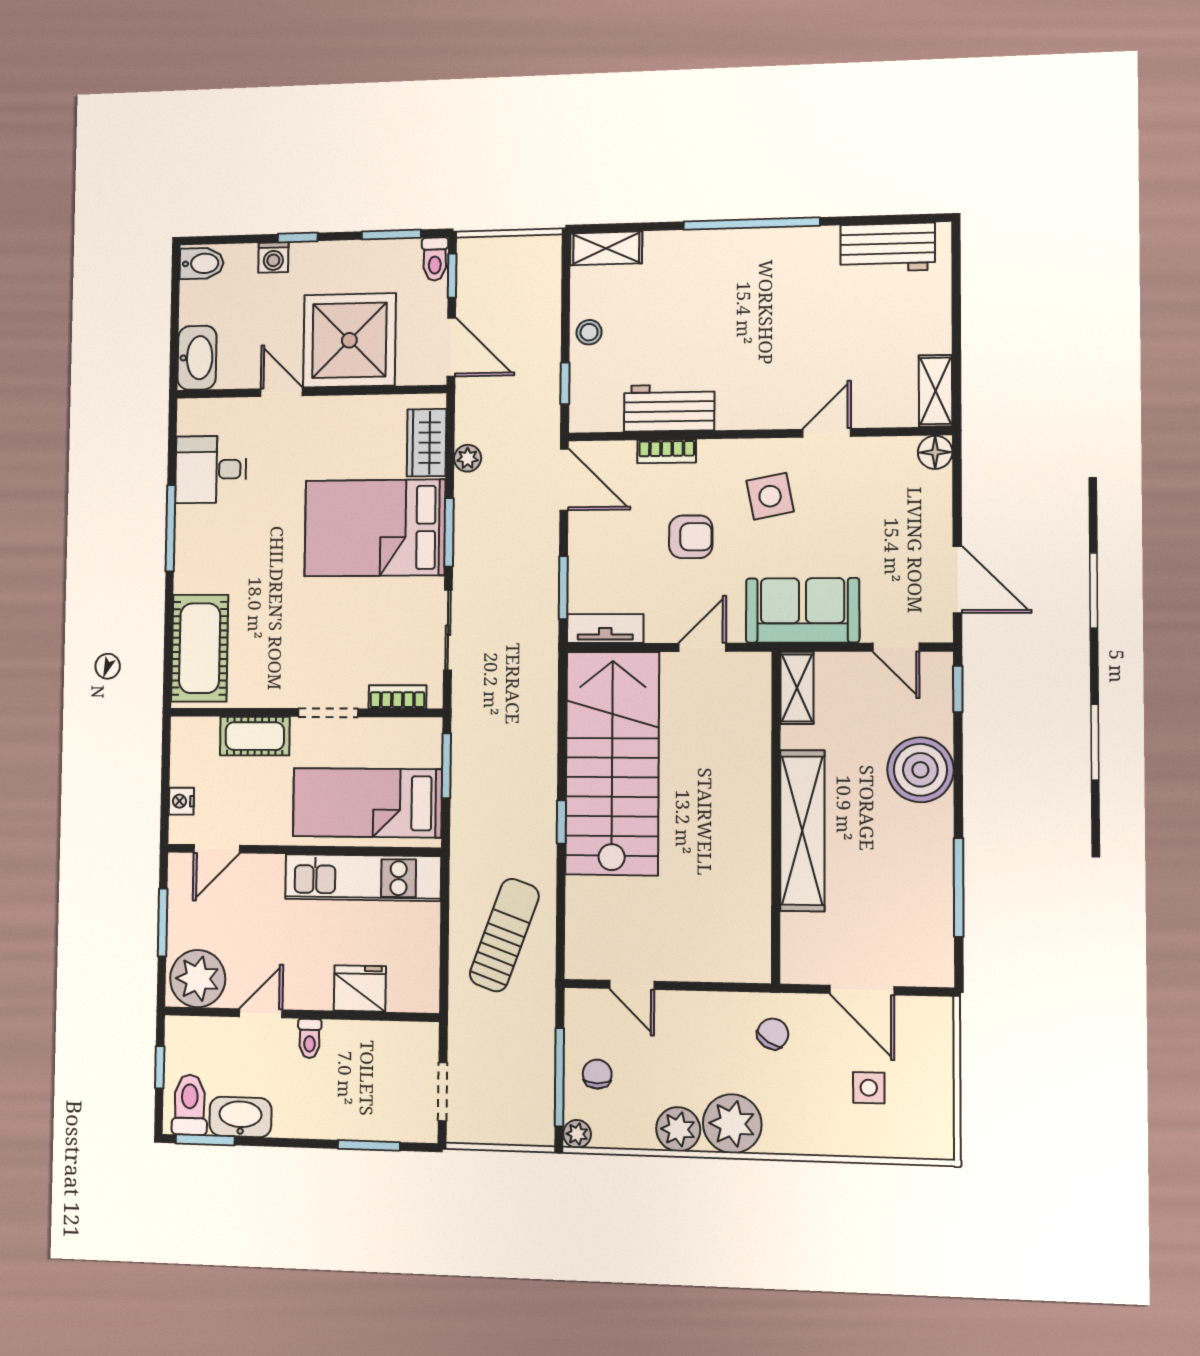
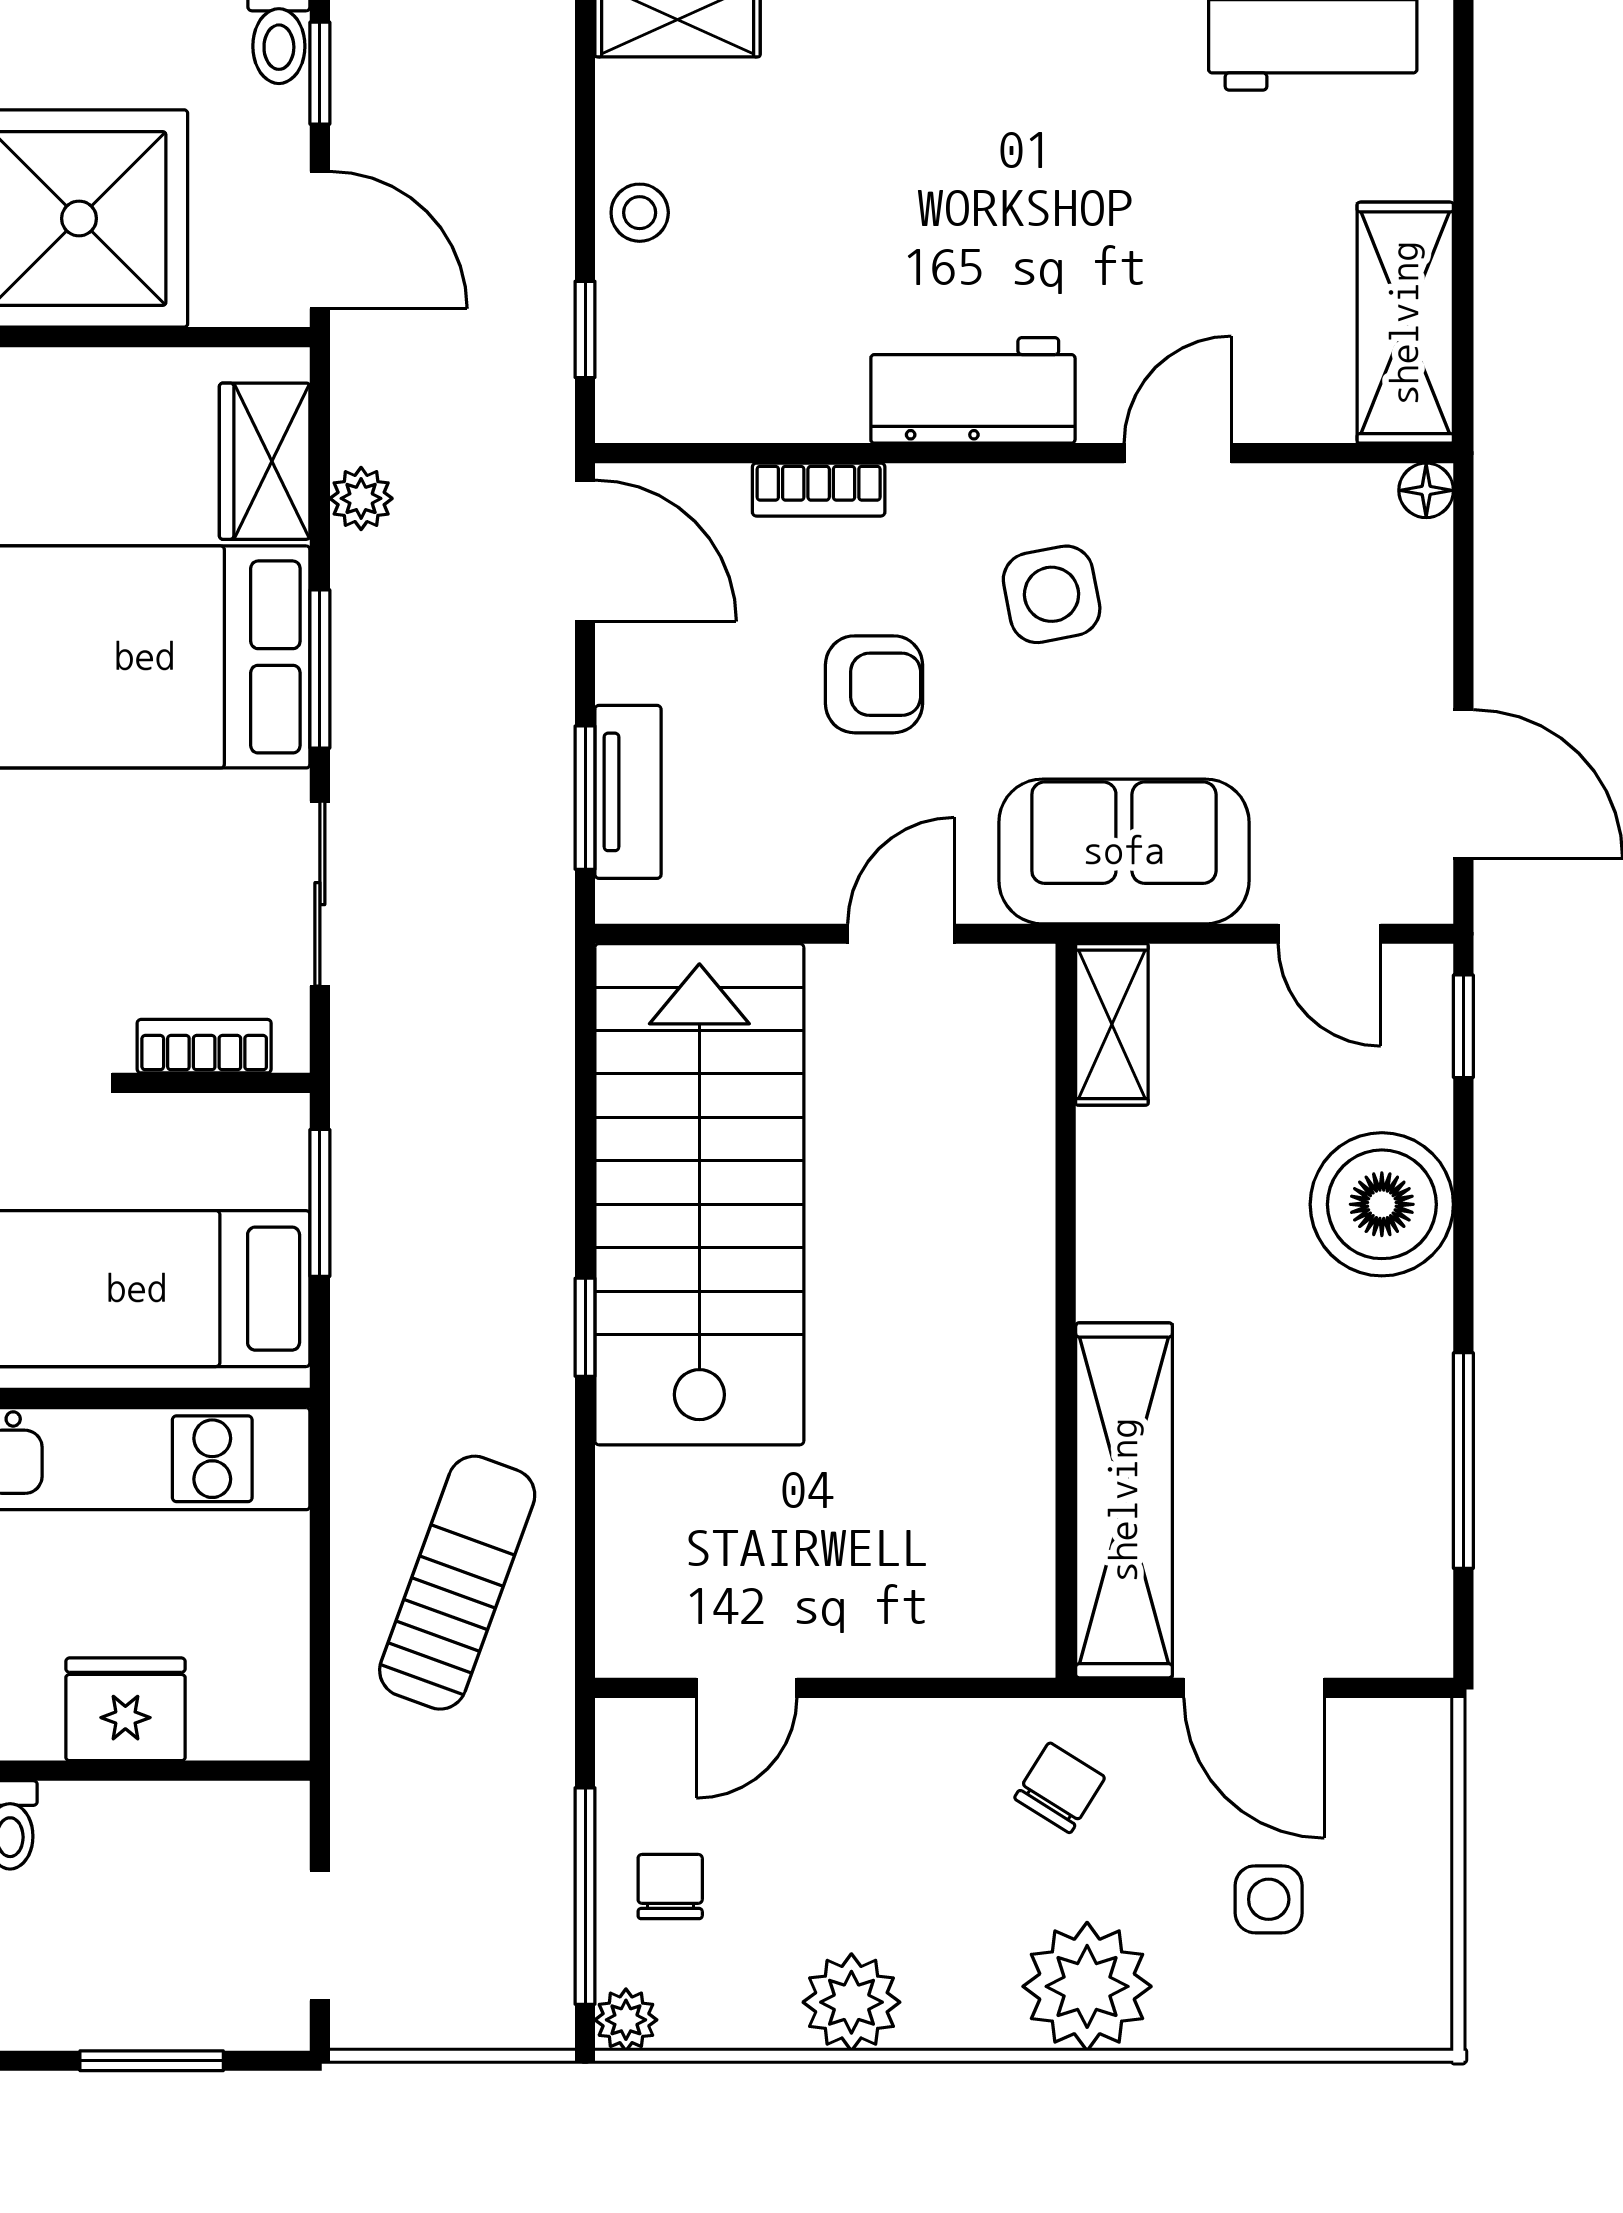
shelving: (936, 391) -> (1405, 323), width x1.50, depth x1.33
workbench: (669, 408) -> (973, 390), moved
floor lamp: (935, 452) -> (1426, 490), width x0.73, depth x0.73
tv unit: (605, 629) -> (628, 792), moved, turned 90
shelving: (802, 831) -> (1124, 1500), moved
door: (632, 985) -> (747, 1688), hinge flipped
plant: (732, 1124) -> (1087, 1986), moved

